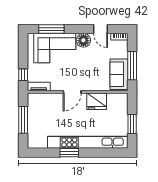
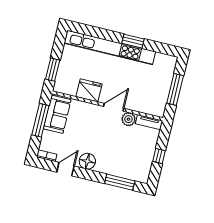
door: (101, 29) -> (65, 169), hinge flipped
corner sofa: (55, 48) -> (121, 160), removed
window: (23, 75) -> (159, 156), moved
plant: (57, 85) -> (129, 119), added
window: (132, 124) -> (53, 70), moved

